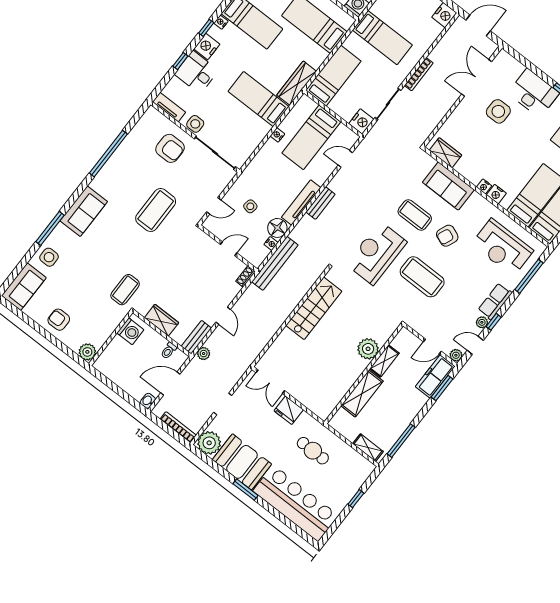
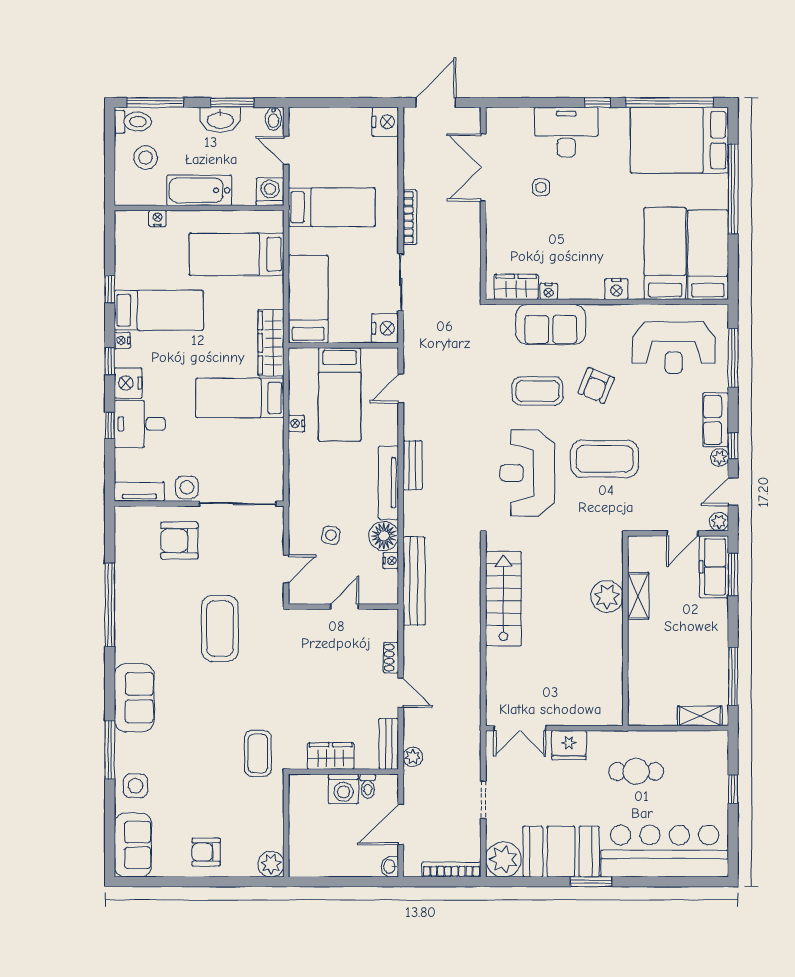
side table: (498, 111) -> (541, 187), width x0.54, depth x0.54
armchair: (170, 148) -> (179, 541), turned 180
nightstand: (484, 186) -> (549, 291), moved
shoe rack: (246, 276) -> (391, 658), moved
washing machine: (130, 331) -> (344, 789), moved, turned 90
shelving: (362, 393) -> (642, 656), removed

